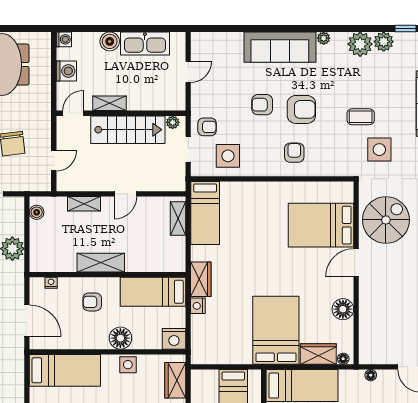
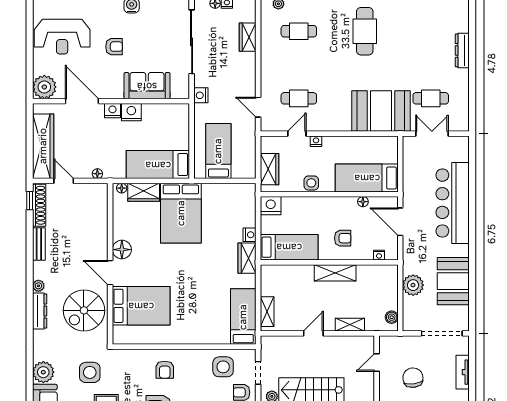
door: (356, 263) -> (110, 273), swing flipped
floor lamp: (343, 309) -> (122, 250), moved
floor lamp: (120, 338) -> (363, 202), moved, width x0.53, depth x0.53

